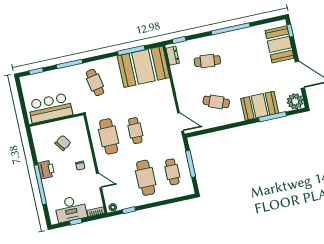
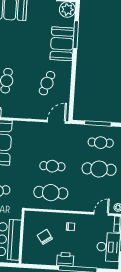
door: (99, 181) -> (101, 214), moved

